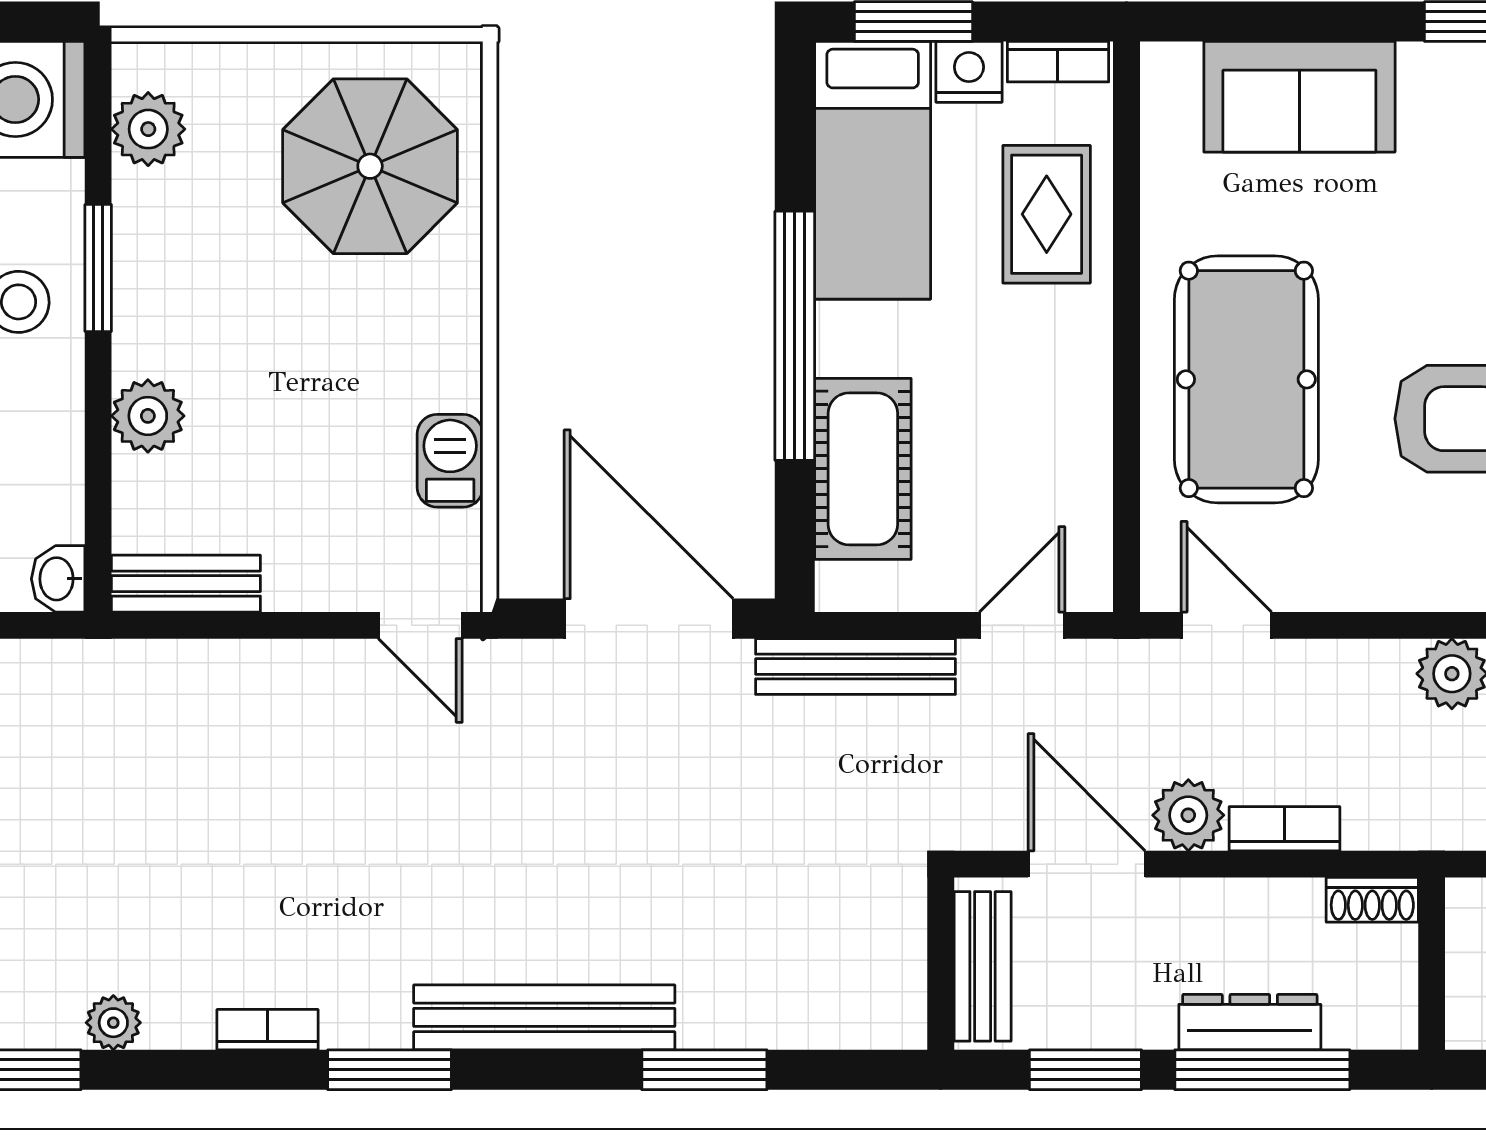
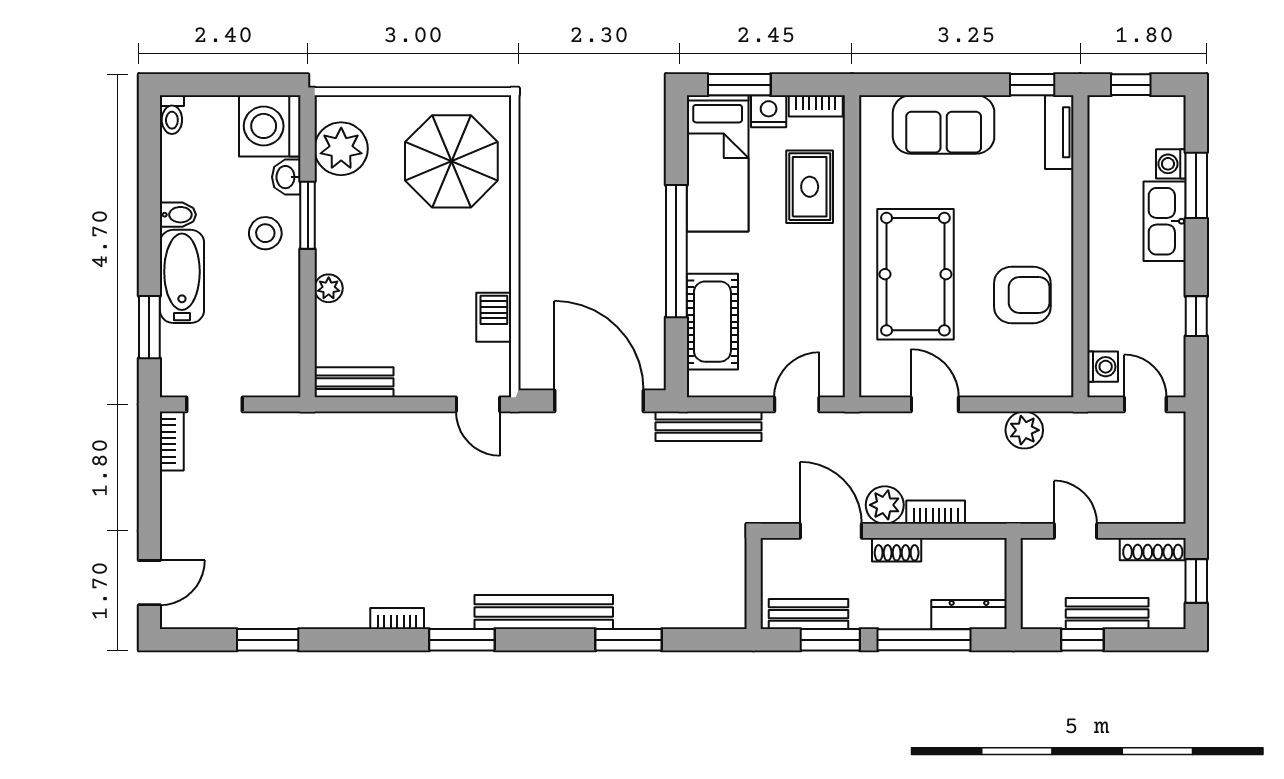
plant: (148, 129) -> (341, 149), width x1.36, depth x1.36
plant: (148, 416) -> (329, 288), width x0.73, depth x0.73
washbasin: (58, 579) -> (286, 177), moved
door: (1226, 625) -> (935, 404), moved
shoe rack: (1372, 900) -> (897, 550), moved
bench: (983, 966) -> (809, 614), moved, turned 90
dresser: (1250, 1022) -> (969, 614), moved
plant: (113, 1023) -> (315, 615), removed

